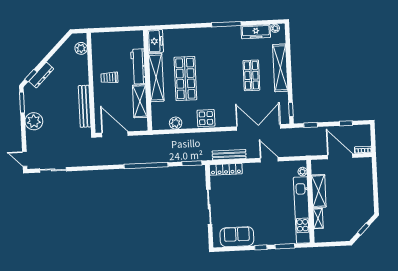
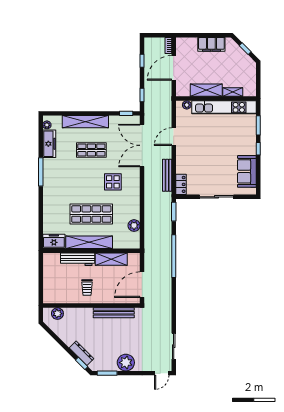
display table: (206, 118) -> (113, 182), moved
locker: (226, 169) -> (181, 184), width x0.66
filing cabinet: (366, 194) -> (211, 44), added

